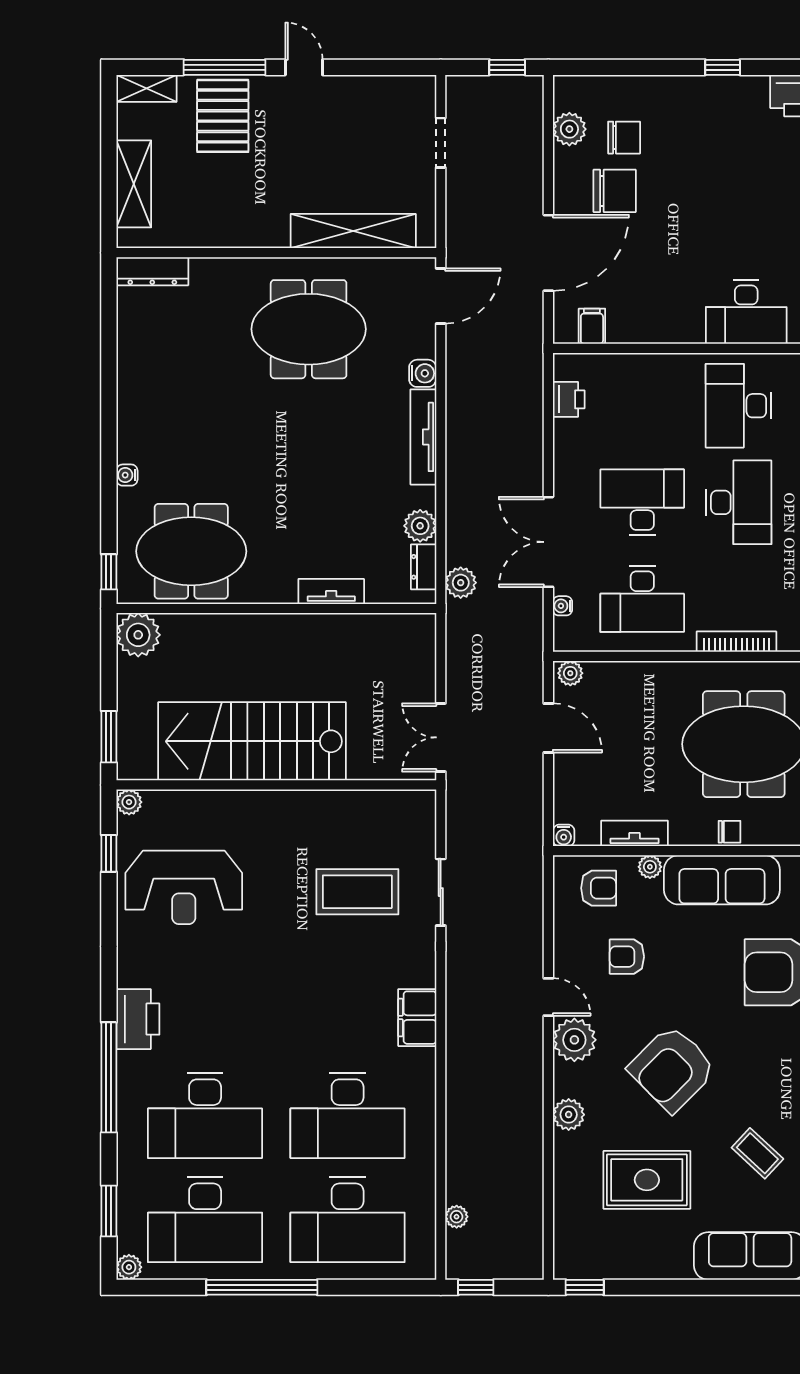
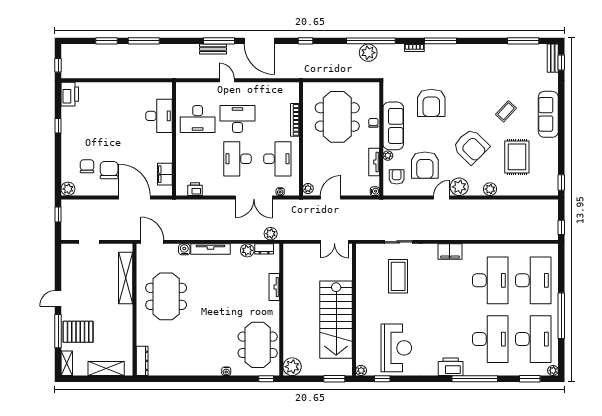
plant: (569, 129) -> (68, 189), moved
filing cabinet: (592, 326) -> (165, 174), width x2.00
armchair: (627, 957) -> (425, 165), width x1.88, depth x1.88
plant: (457, 1217) -> (532, 235), removed

